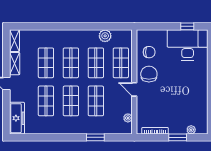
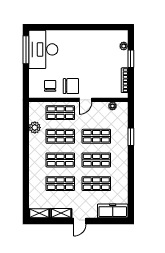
window: (187, 26) -> (26, 50), width x2.17
chair: (149, 74) -> (71, 86), turned 180

